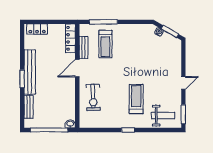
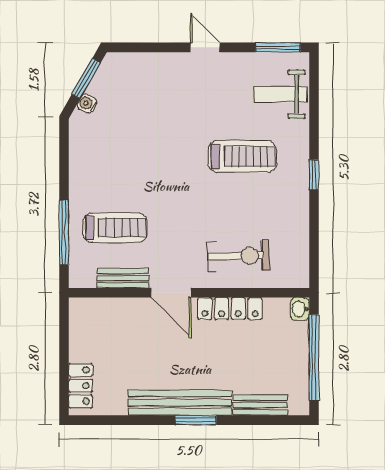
locker: (70, 38) -> (230, 308), moved
treadmill: (136, 99) -> (242, 156), turned 180
weight bench: (163, 116) -> (281, 94), turned -90

